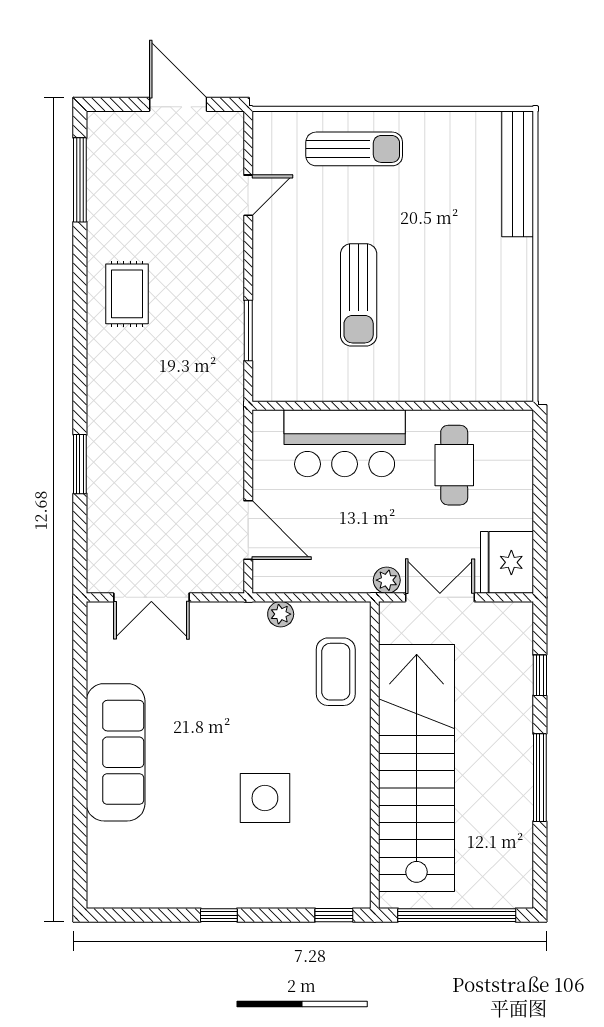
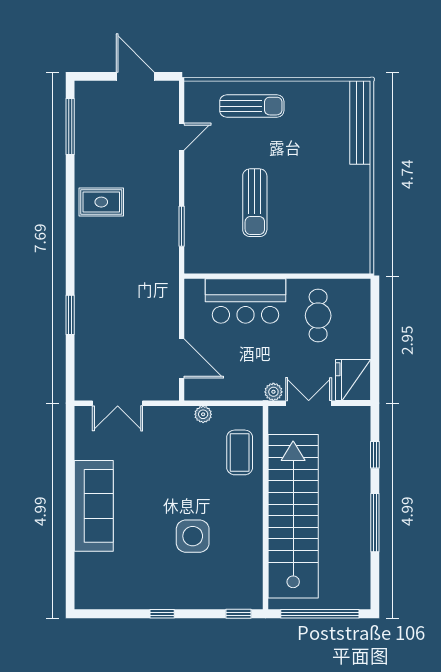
rug: (127, 294) -> (101, 202), turned 90

